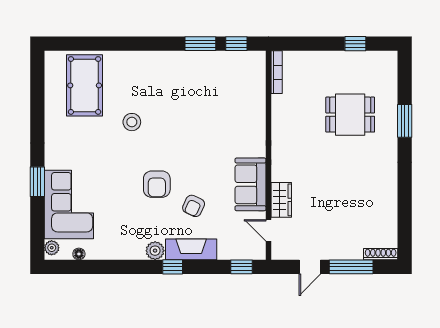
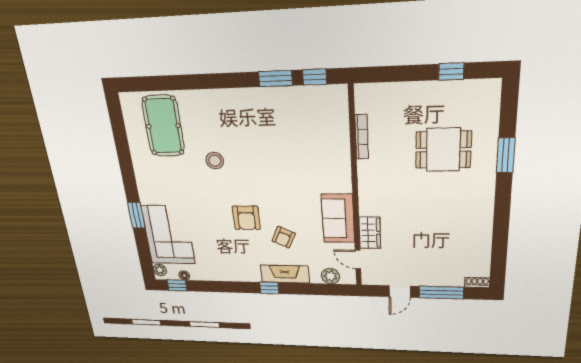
bookcase: (277, 72) -> (362, 137), moved
plant: (155, 251) -> (330, 276), moved
shoe rack: (381, 254) -> (477, 282), width x0.70
window: (242, 267) -> (177, 285), moved

